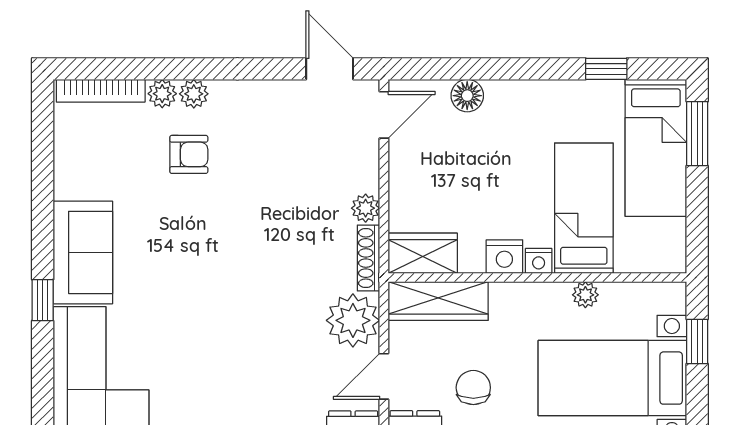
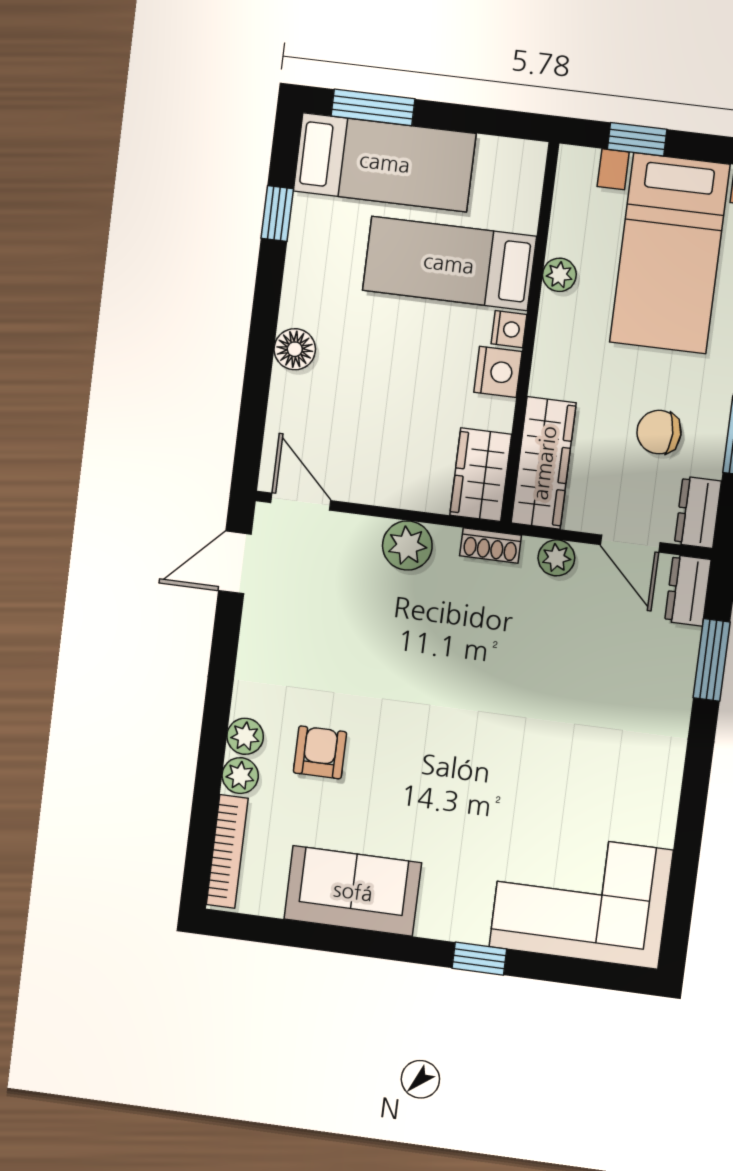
floor lamp: (467, 96) -> (295, 349), moved
plant: (366, 208) -> (407, 545), width x1.38, depth x1.38
sofa: (83, 252) -> (353, 891), moved
shoe rack: (368, 258) -> (491, 546), width x0.70
plant: (353, 320) -> (556, 558), width x0.53, depth x0.53

